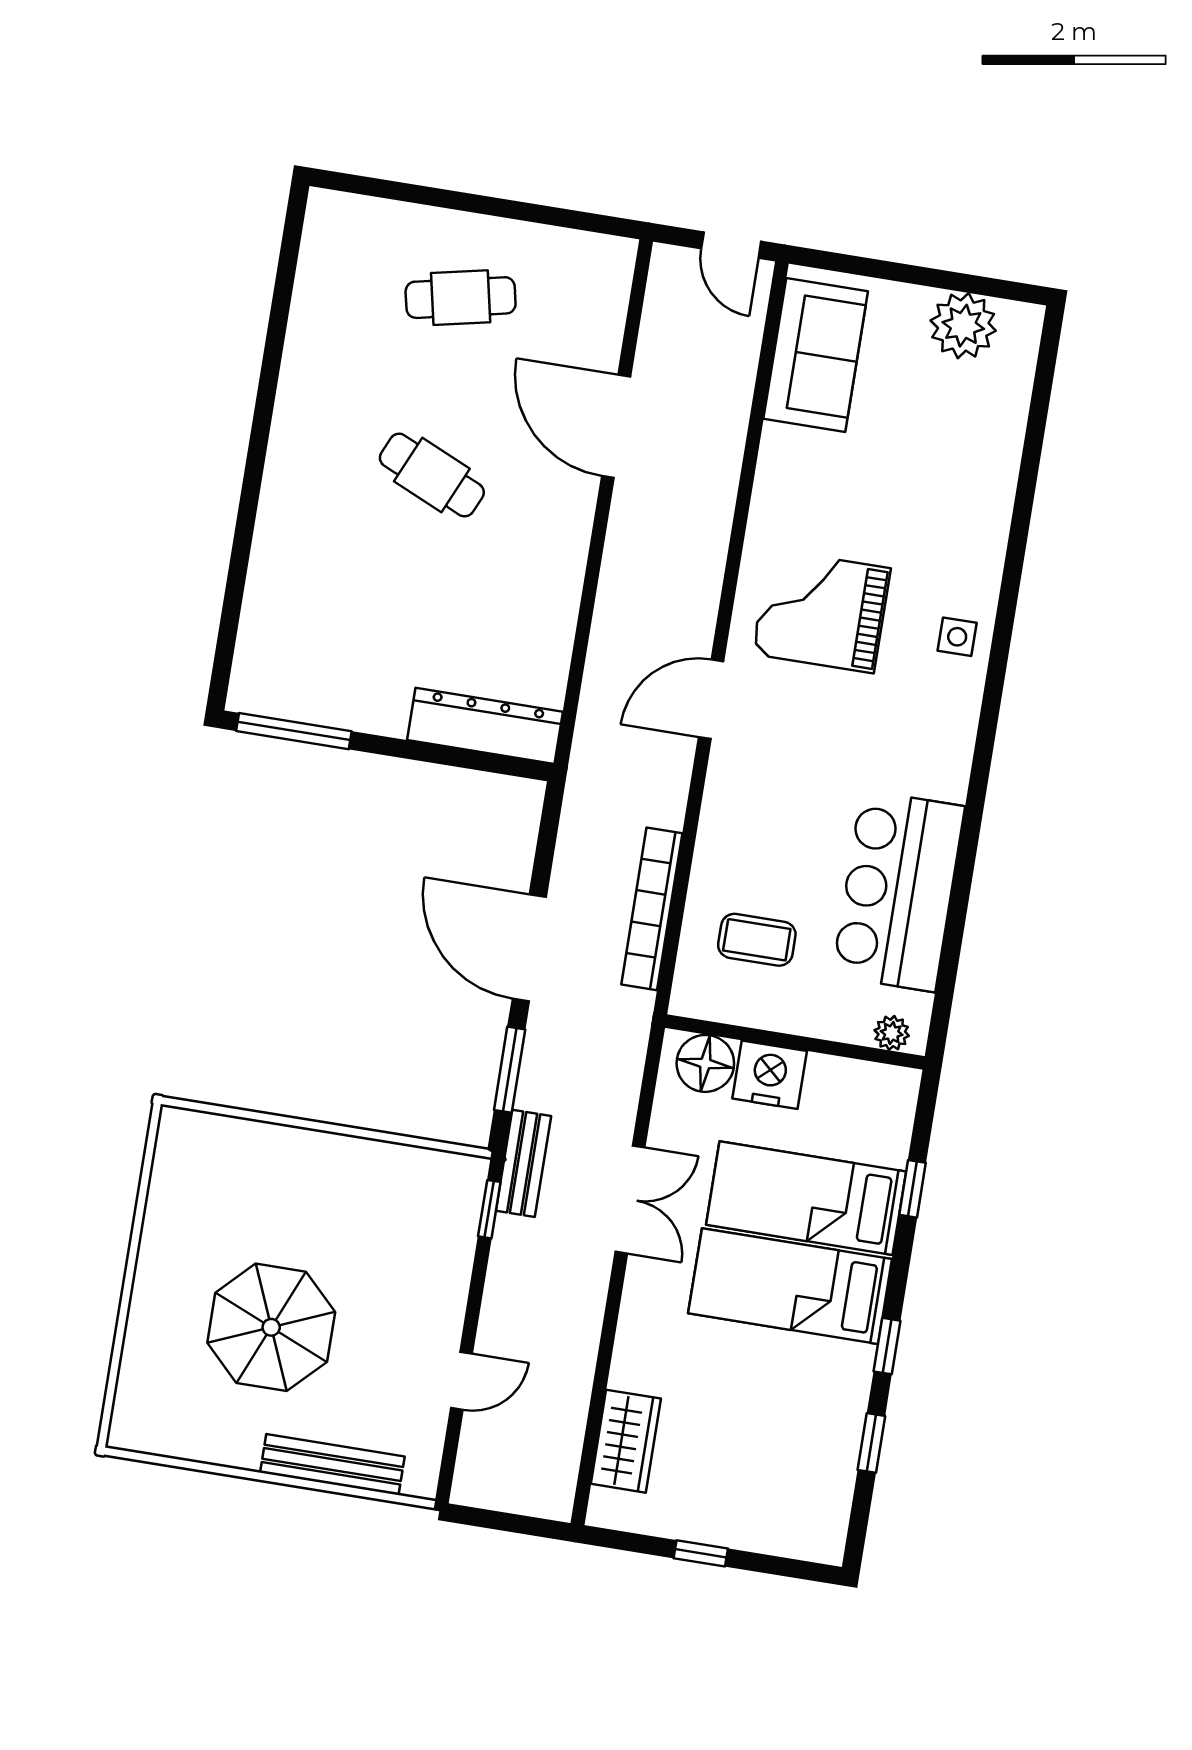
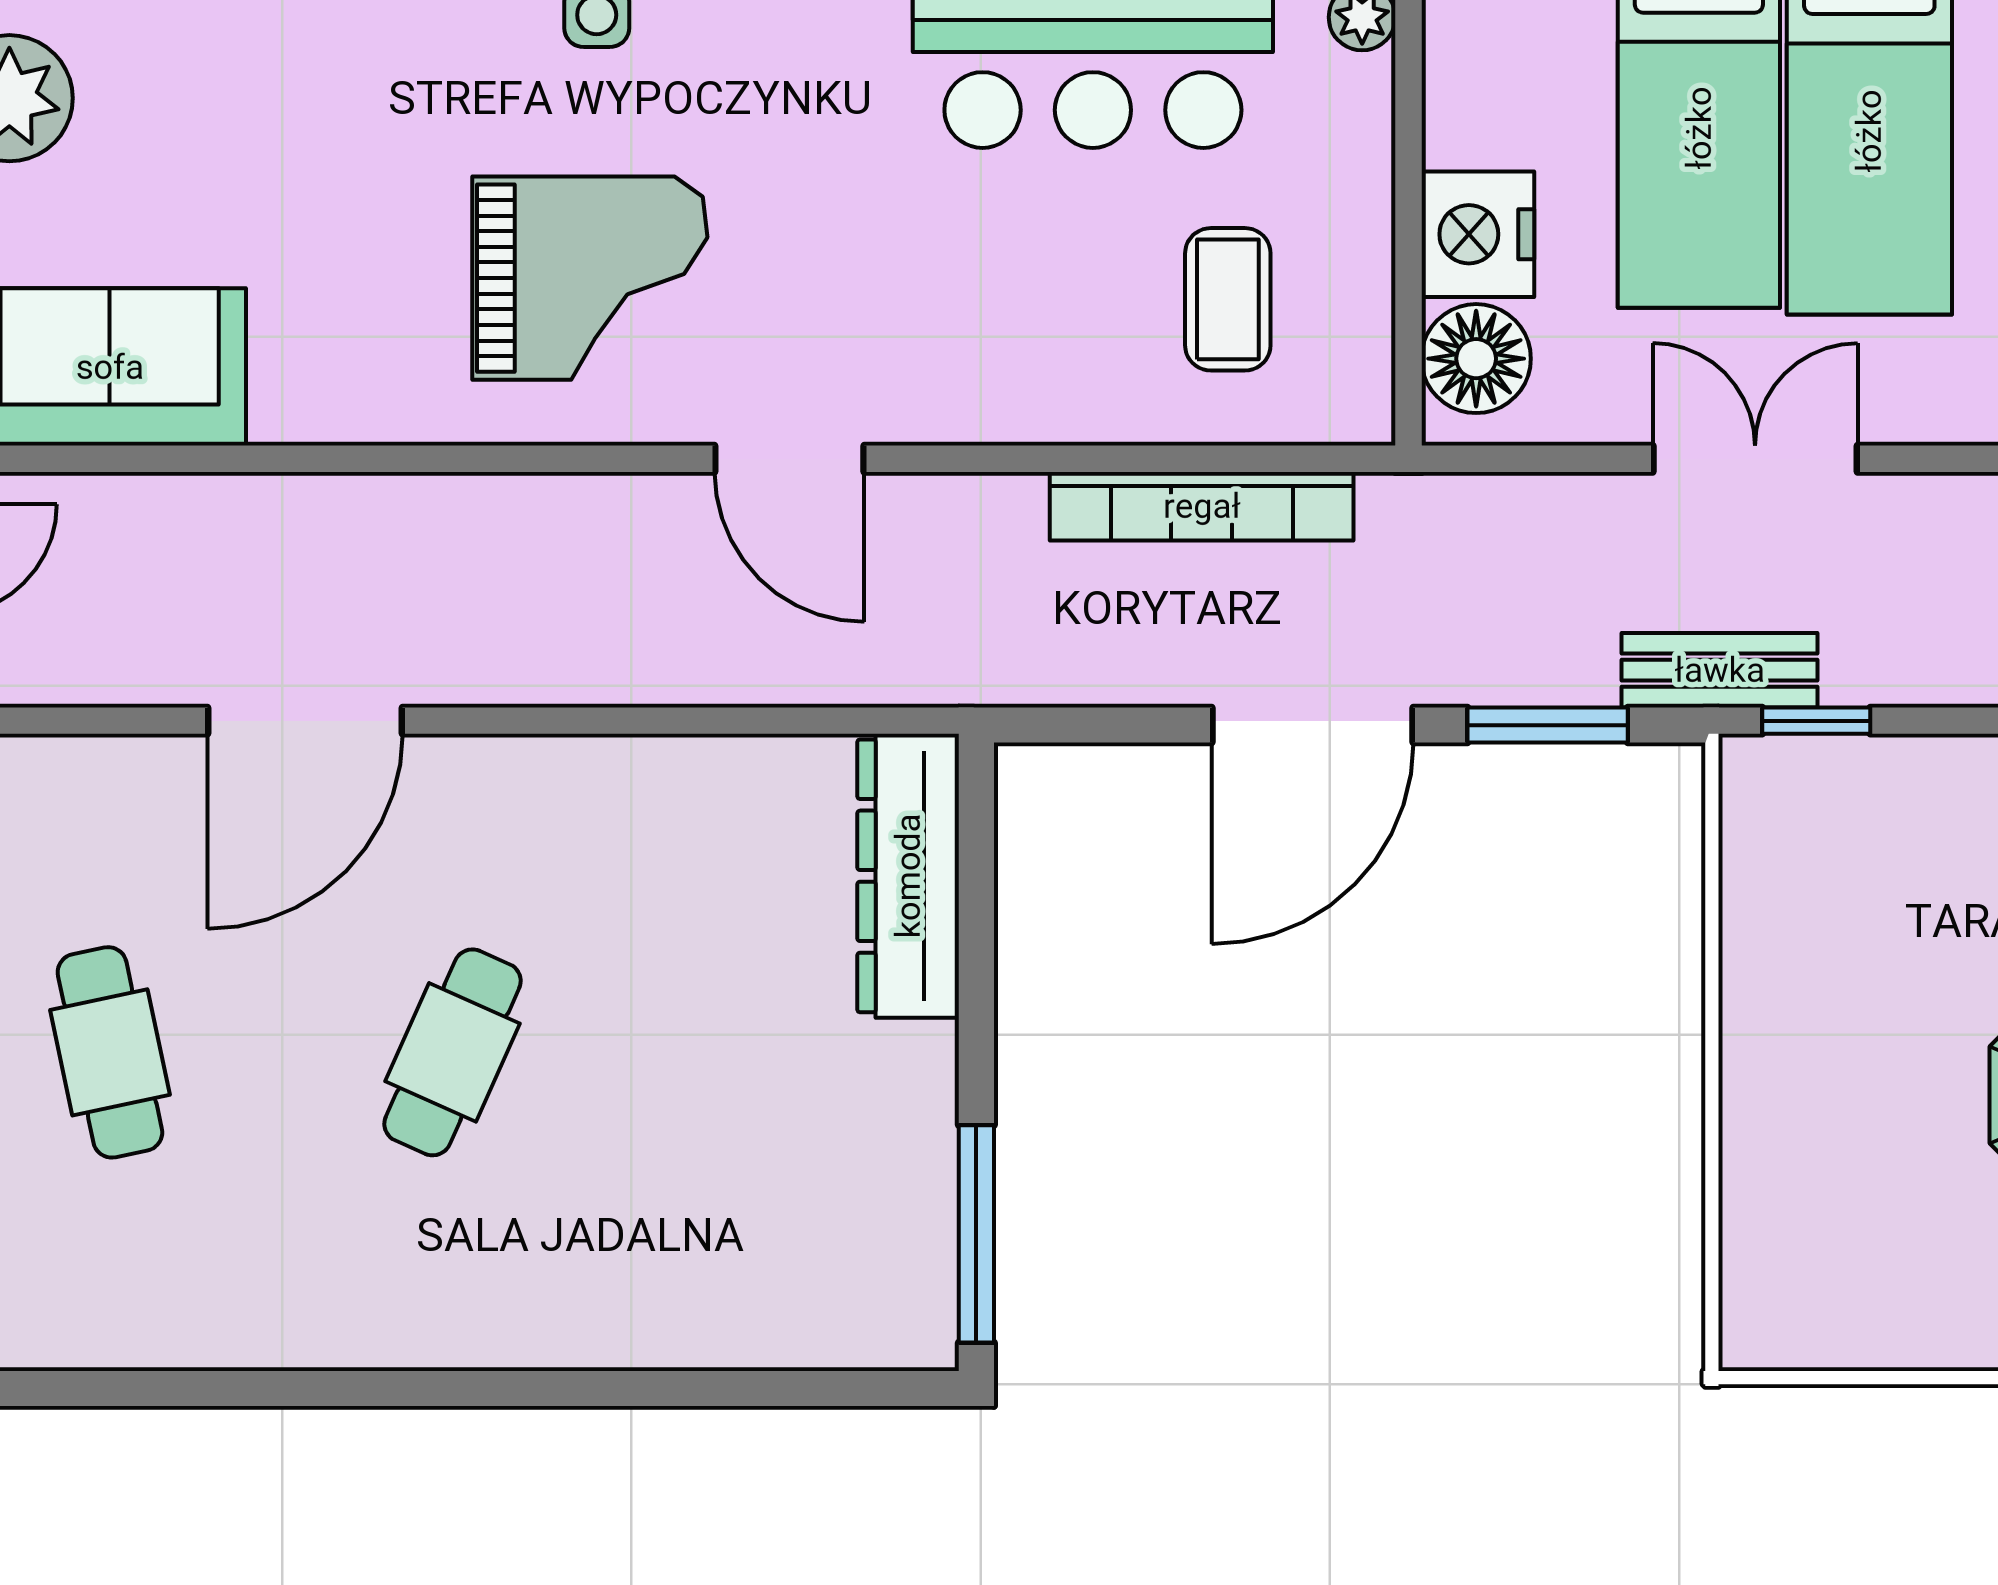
grand piano: (821, 611) -> (590, 278), turned -90

